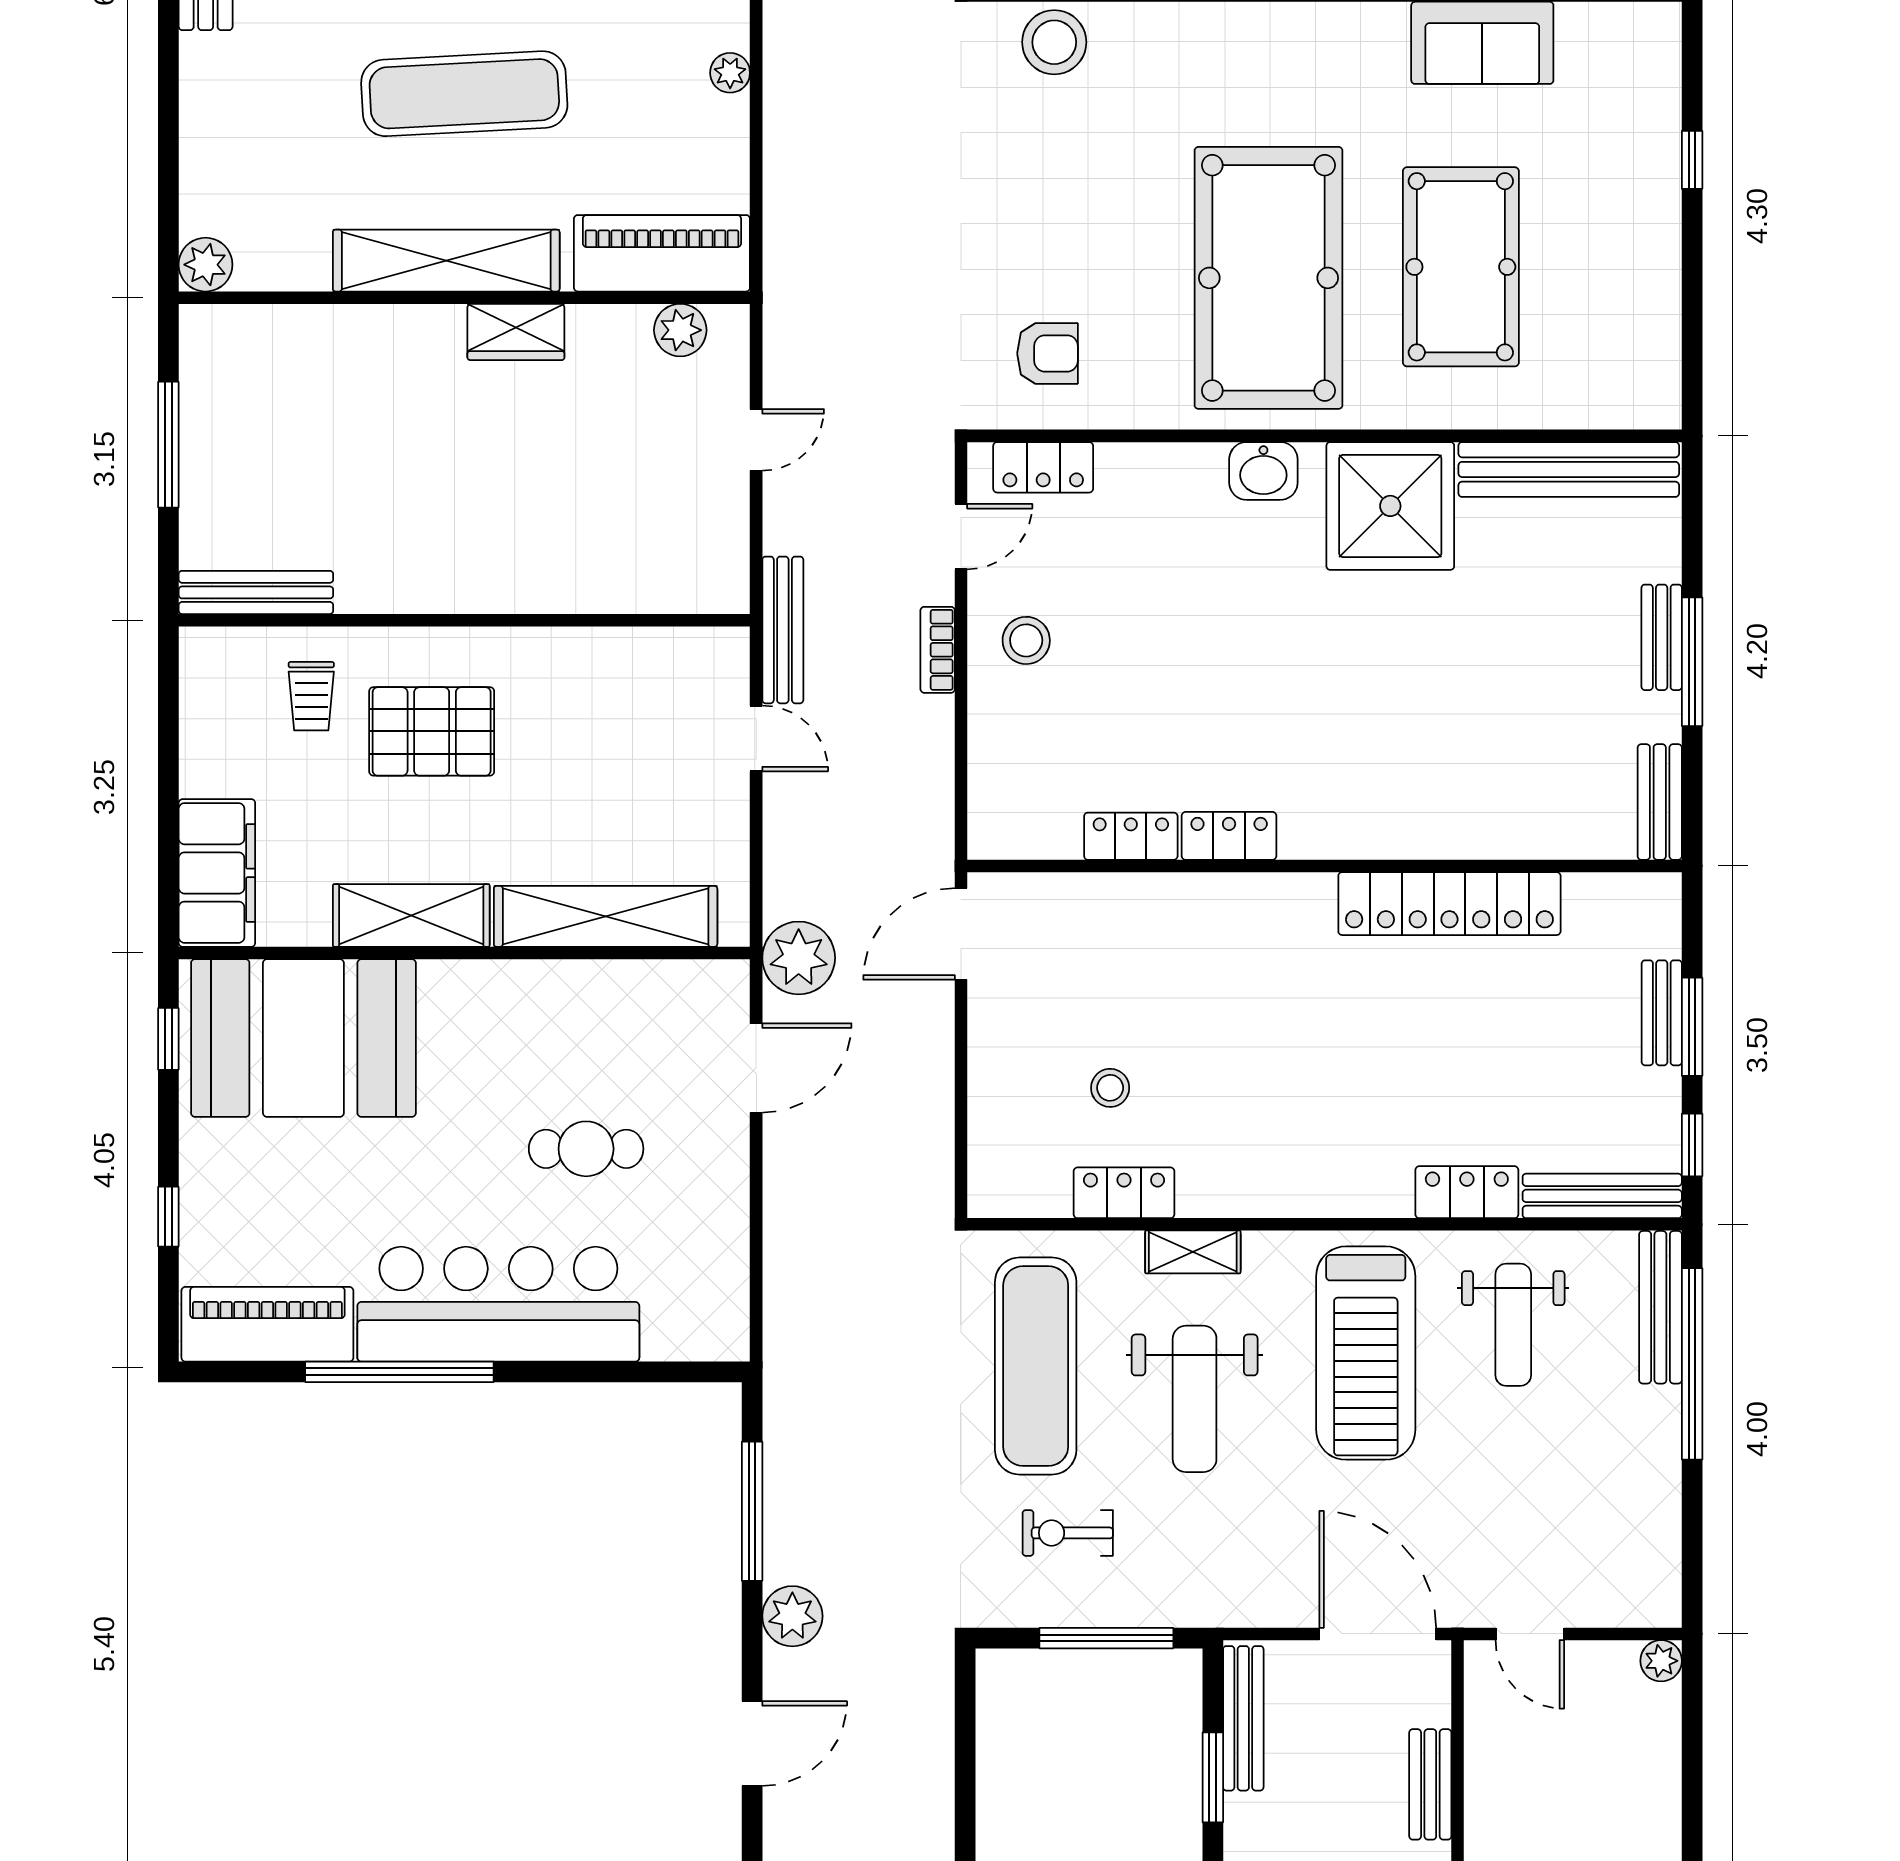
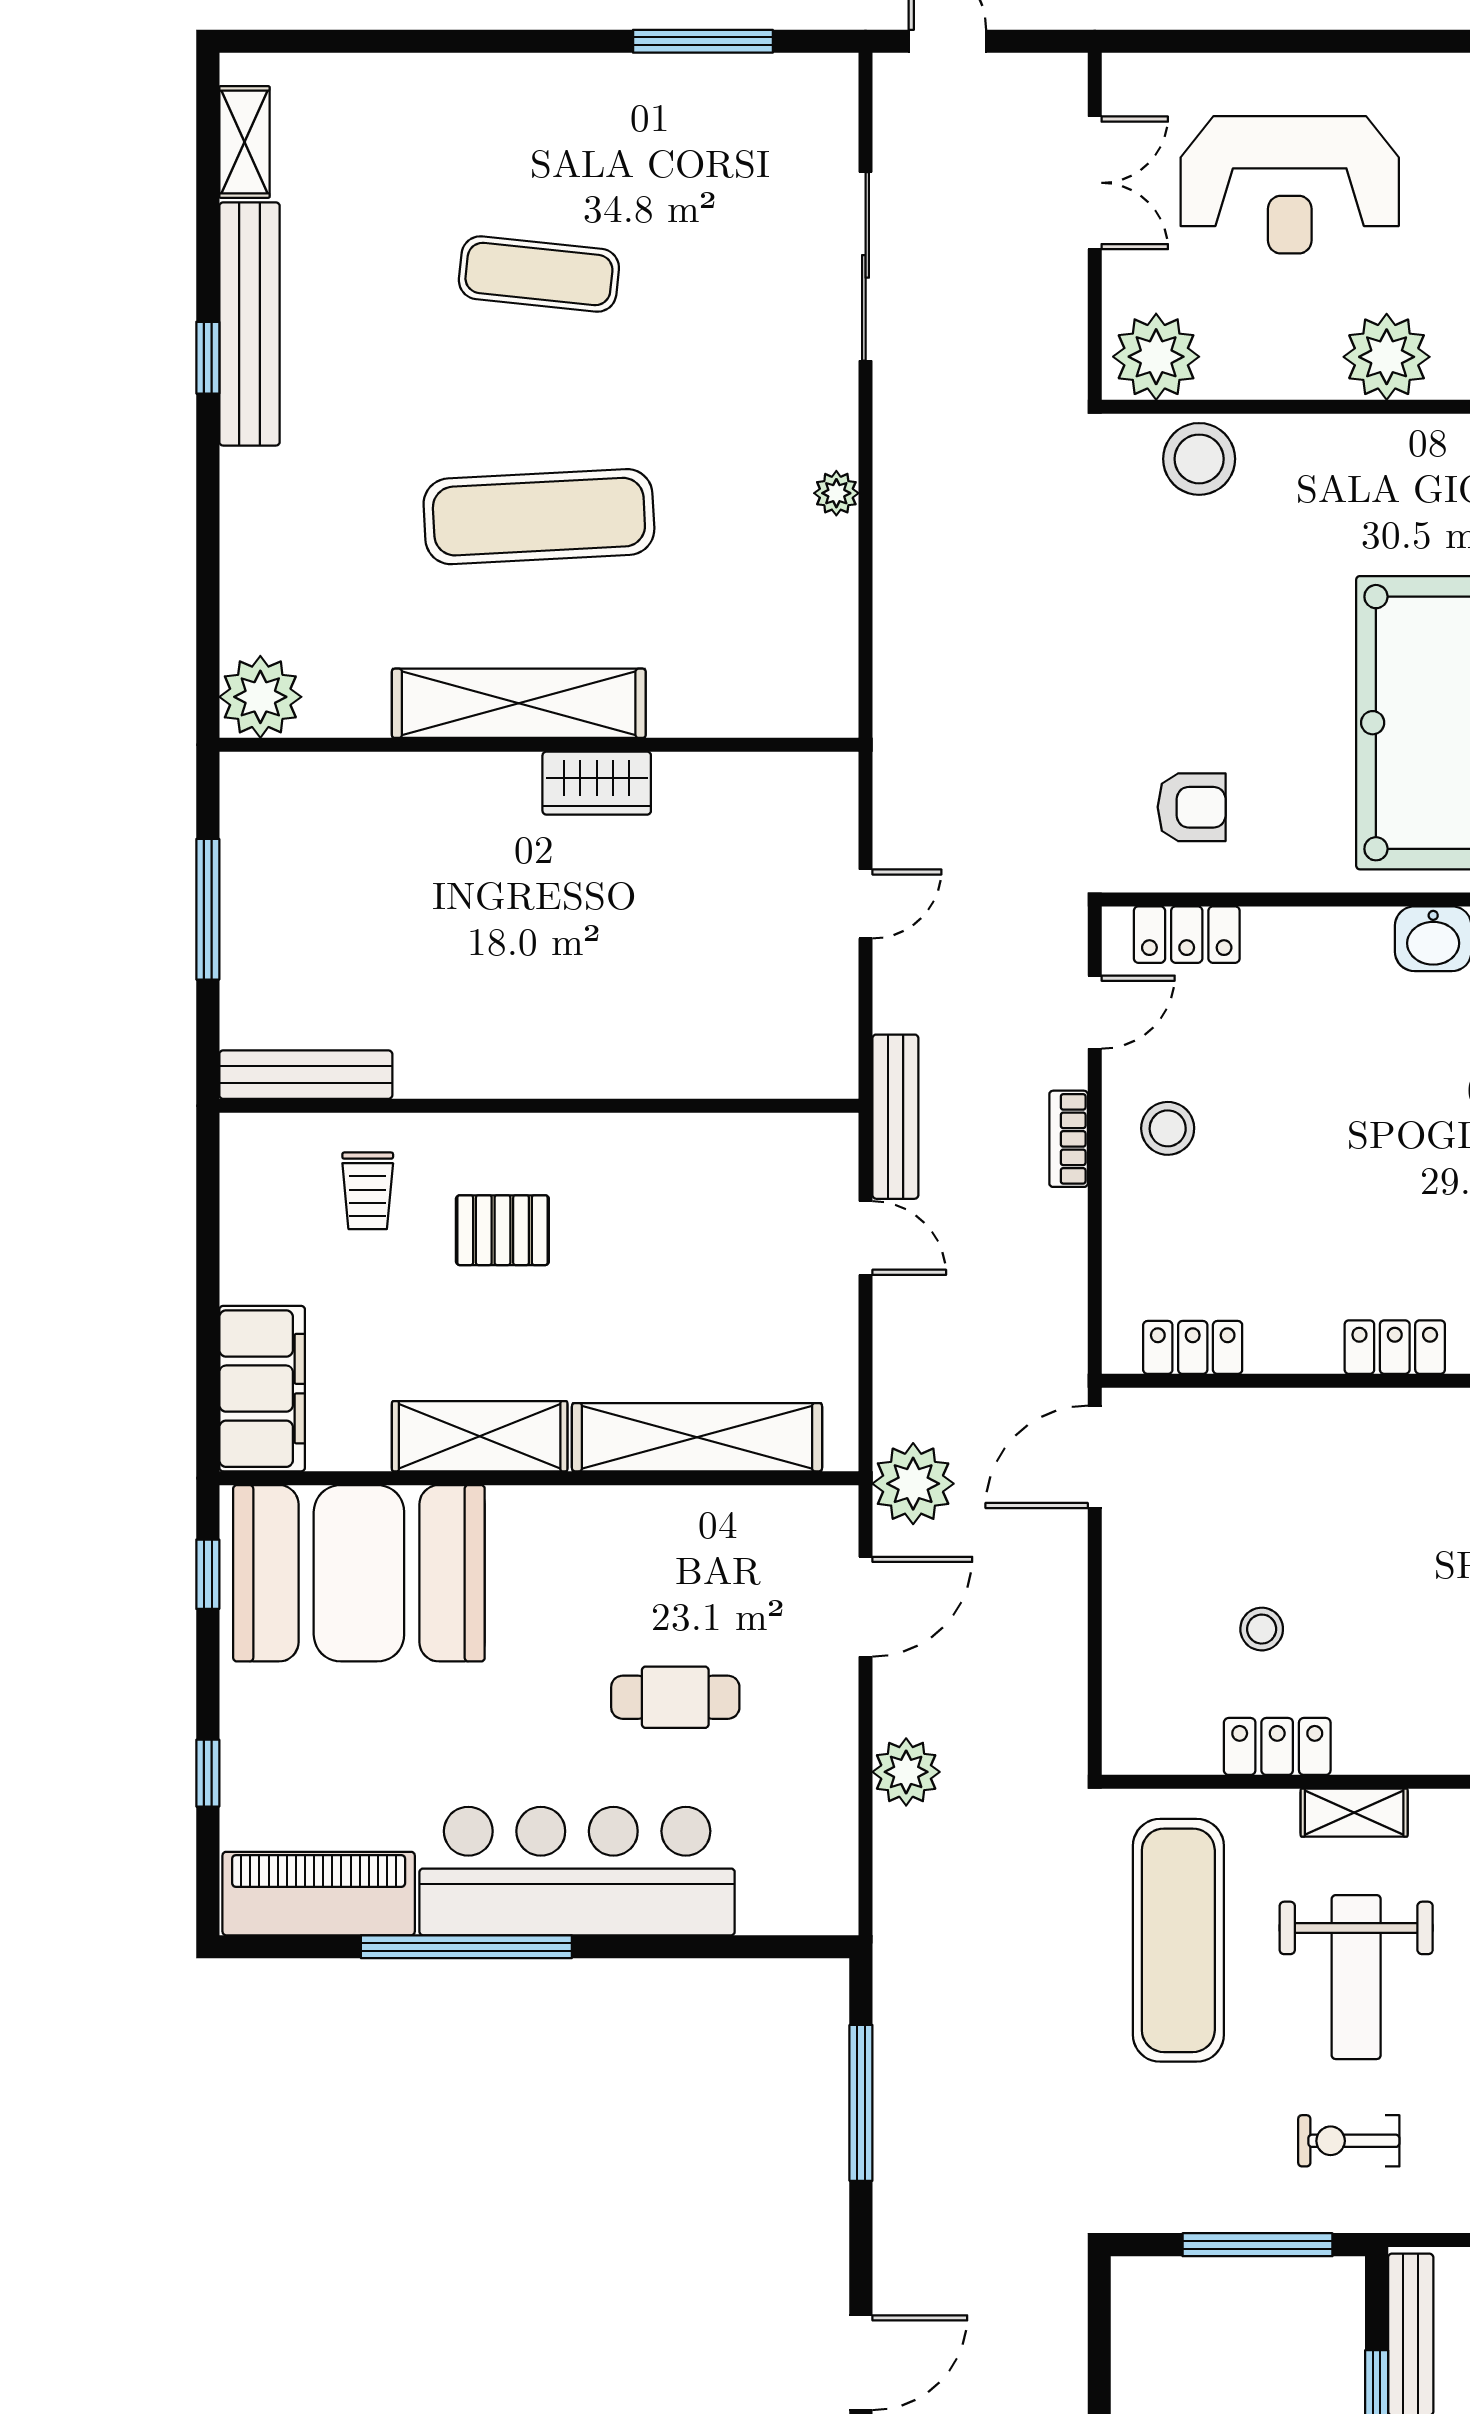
piano: (662, 253) -> (760, 695), removed
plant: (206, 265) -> (260, 697), width x1.36, depth x1.36
plant: (680, 330) -> (781, 781), removed
pallet: (432, 731) -> (502, 1230), width x0.67, depth x0.71
locker: (1131, 836) -> (1193, 1347), moved
exercise bike: (1068, 1533) -> (1349, 2141), moved
plant: (792, 1616) -> (906, 1772), moved

